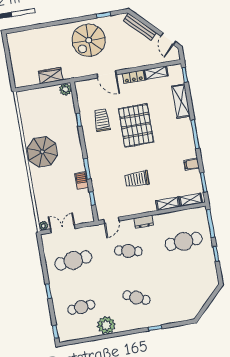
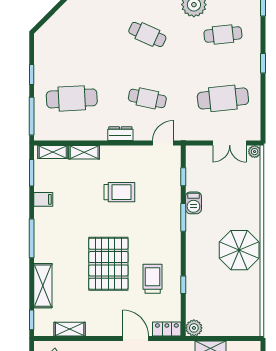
locker: (133, 77) -> (167, 329), moved
trolley: (102, 120) -> (153, 279), turned 180

